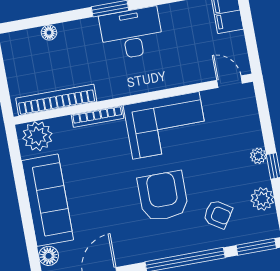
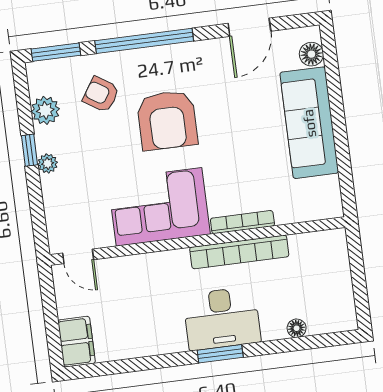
desk: (131, 34) -> (222, 318), moved
bookcase: (56, 100) -> (239, 252), moved
plant: (37, 136) -> (317, 202), removed

